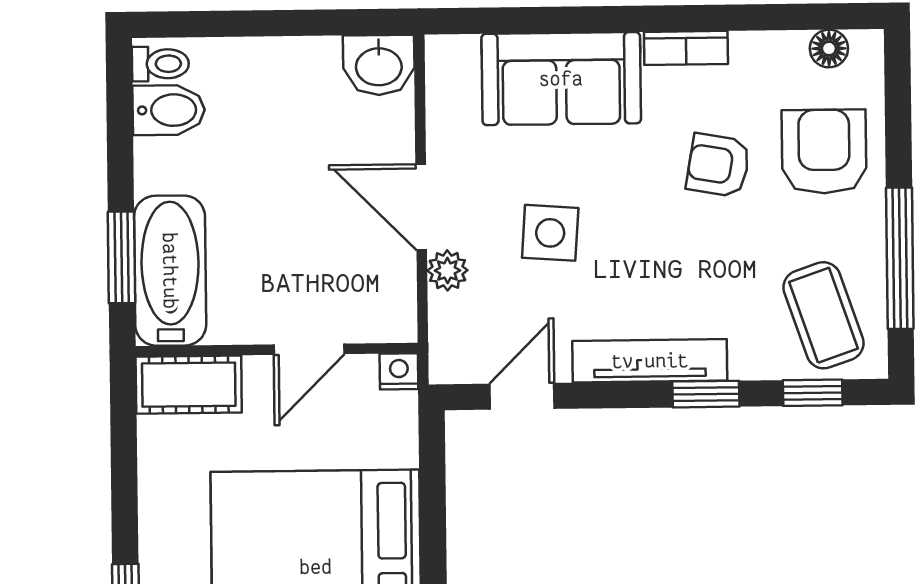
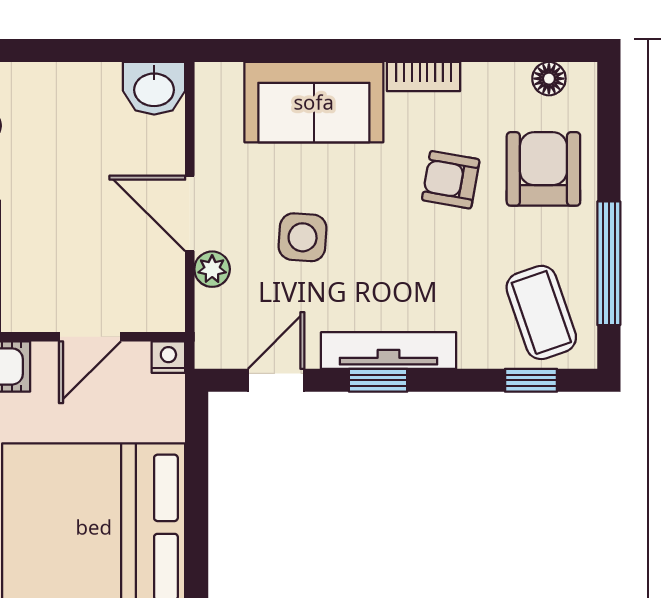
window: (706, 394) -> (378, 380), moved

